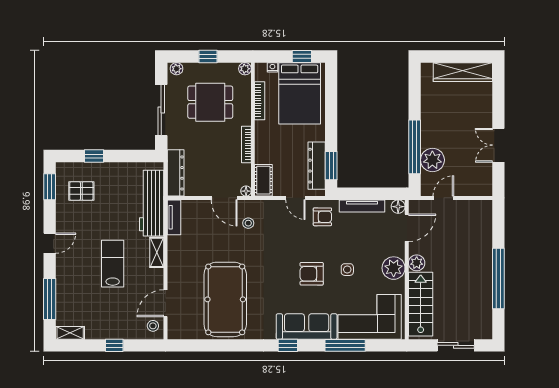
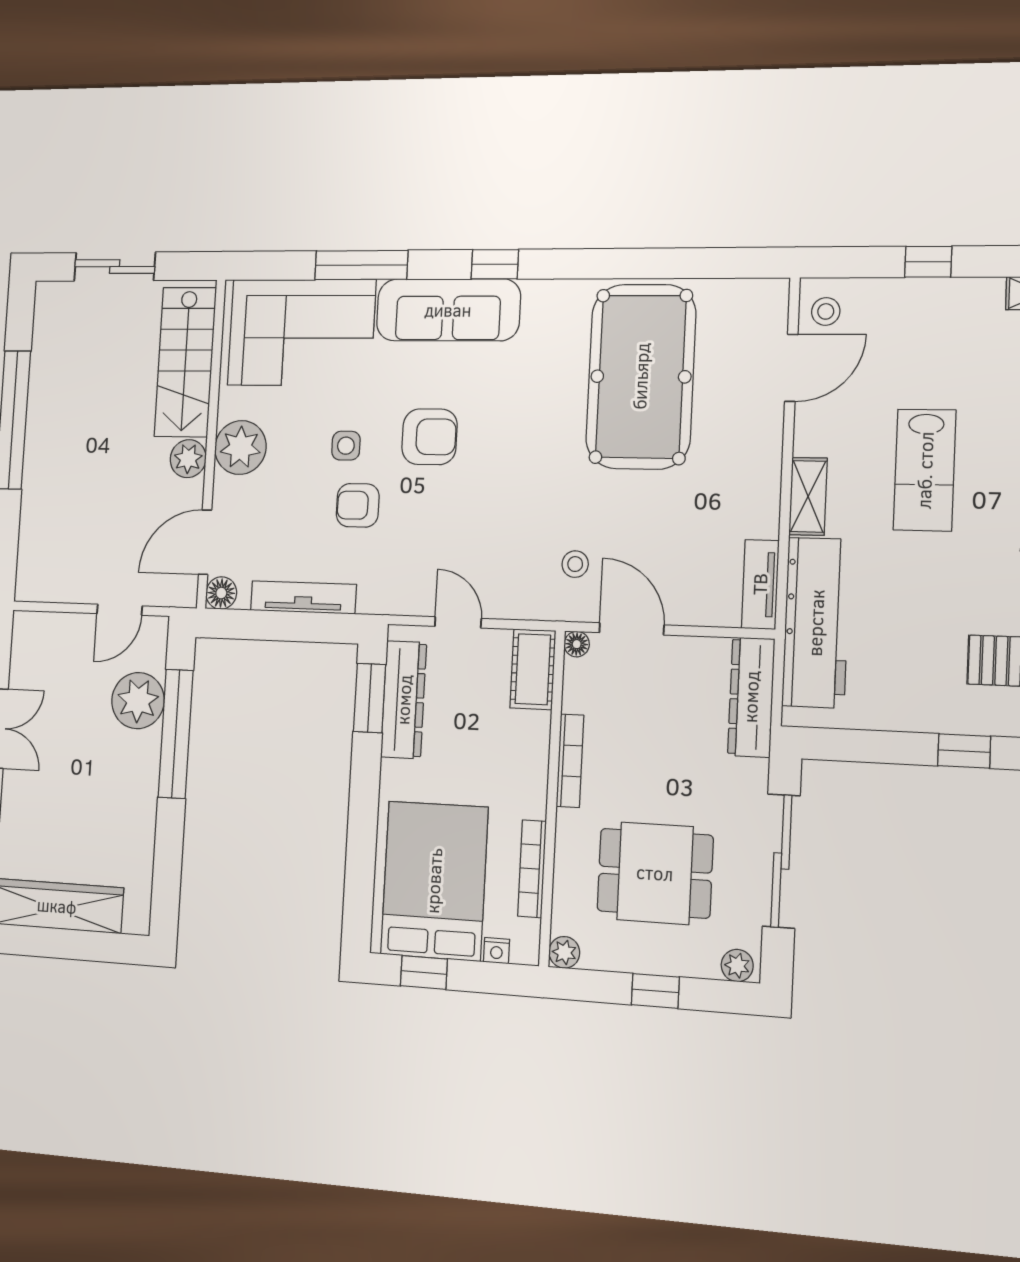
armchair: (322, 217) -> (358, 505), moved

